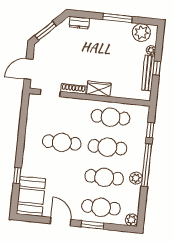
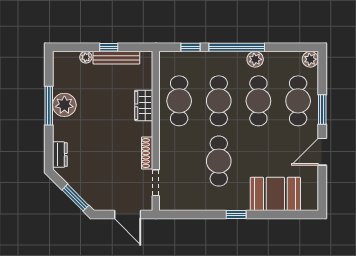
plant: (141, 33) -> (64, 105), moved
wardrobe: (99, 89) -> (144, 105), moved
window: (17, 176) -> (236, 215), moved
booth: (31, 196) -> (275, 194), moved

